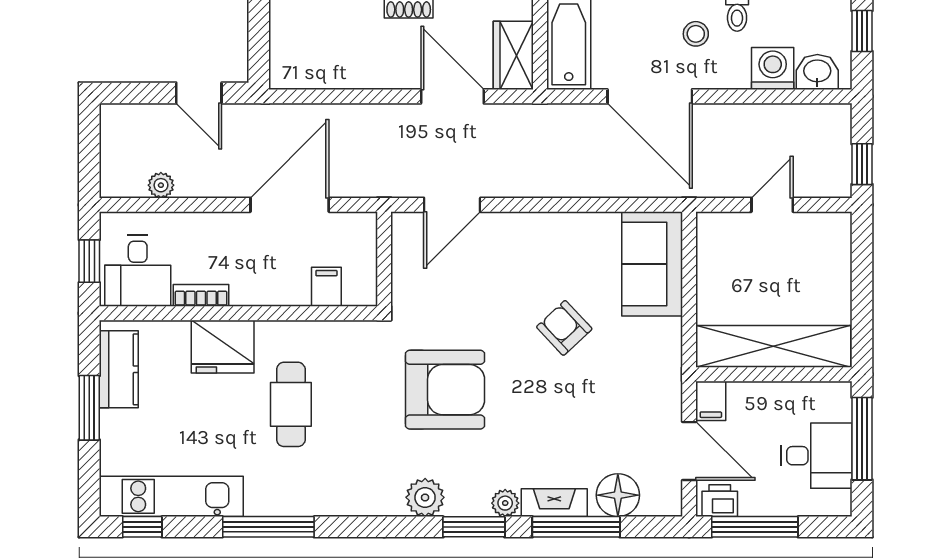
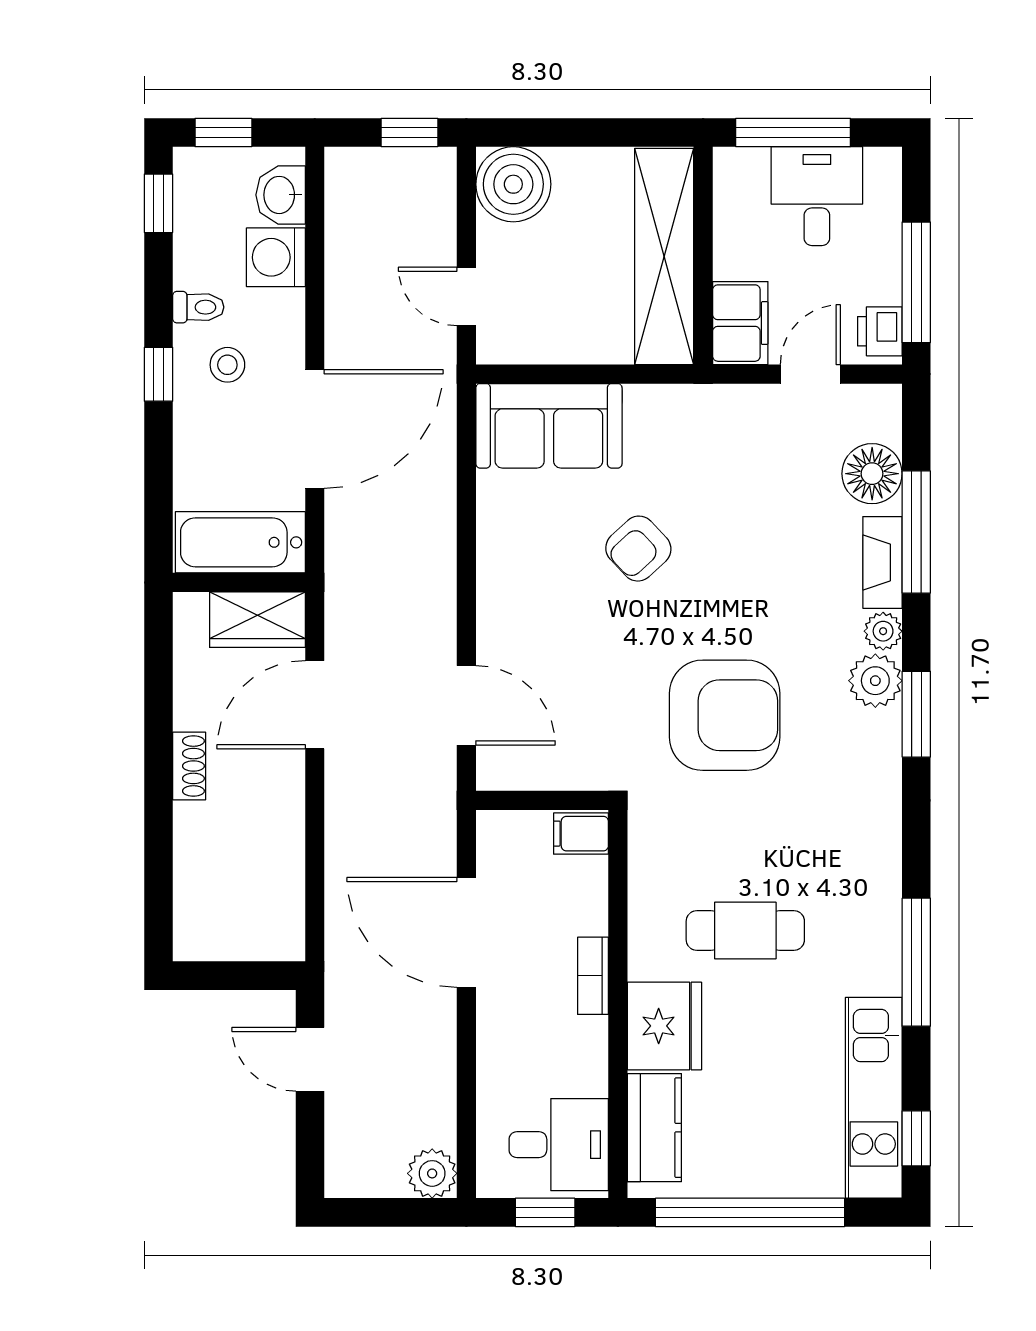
door: (199, 93) -> (310, 1059), swing flipped
plant: (161, 185) -> (432, 1173), moved, width x1.38, depth x1.38
door: (772, 205) -> (466, 296), moved
boiler: (825, 238) -> (513, 184), added
filing cabinet: (326, 287) -> (581, 834), moved
bookcase: (201, 295) -> (593, 976), moved
kitchen counter: (119, 369) -> (654, 1128), moved, turned 90
armchair: (445, 390) -> (725, 715), turned 90
filing cabinet: (711, 401) -> (740, 323), width x2.00
window: (89, 408) -> (750, 1212), width x2.11
door: (689, 451) -> (810, 374), width x0.73
plant: (425, 497) -> (875, 681), moved
window: (474, 527) -> (916, 714), moved

